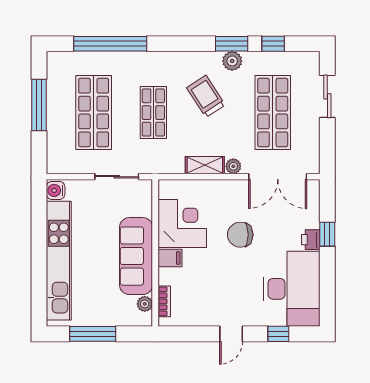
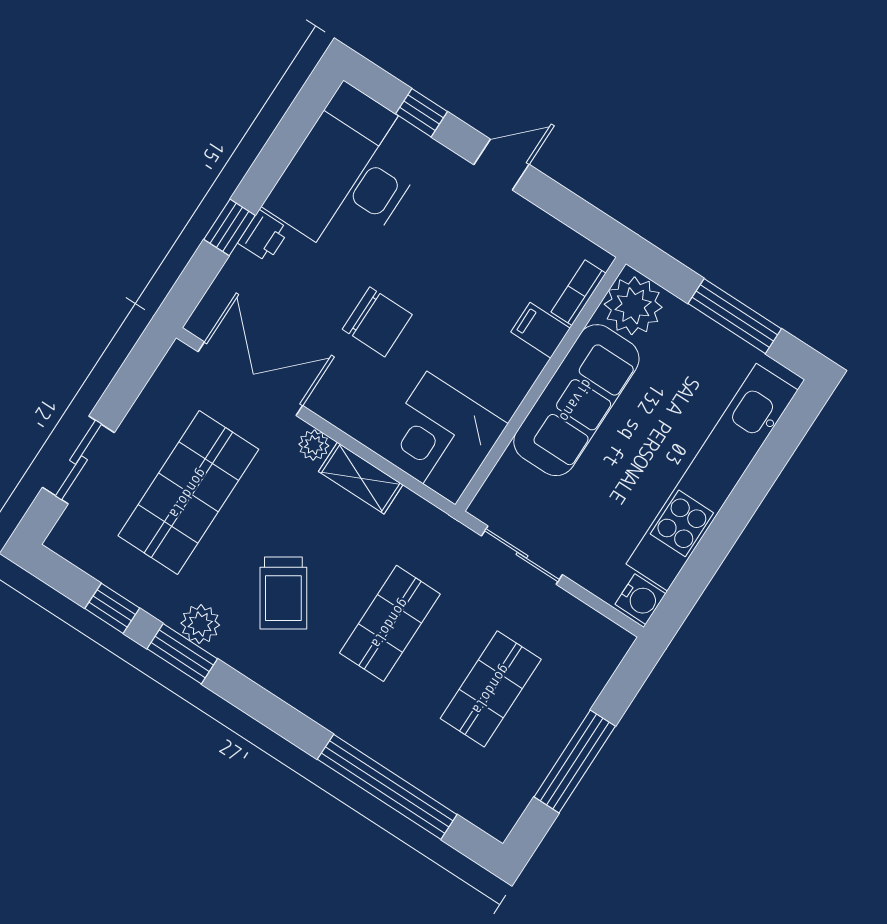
shop shelf: (94, 113) -> (491, 689), width x0.70, depth x0.74
corner desk: (182, 223) -> (441, 438), moved
filing cabinet: (170, 258) -> (540, 330), moved
plant: (145, 304) -> (633, 306), width x1.87, depth x1.87

